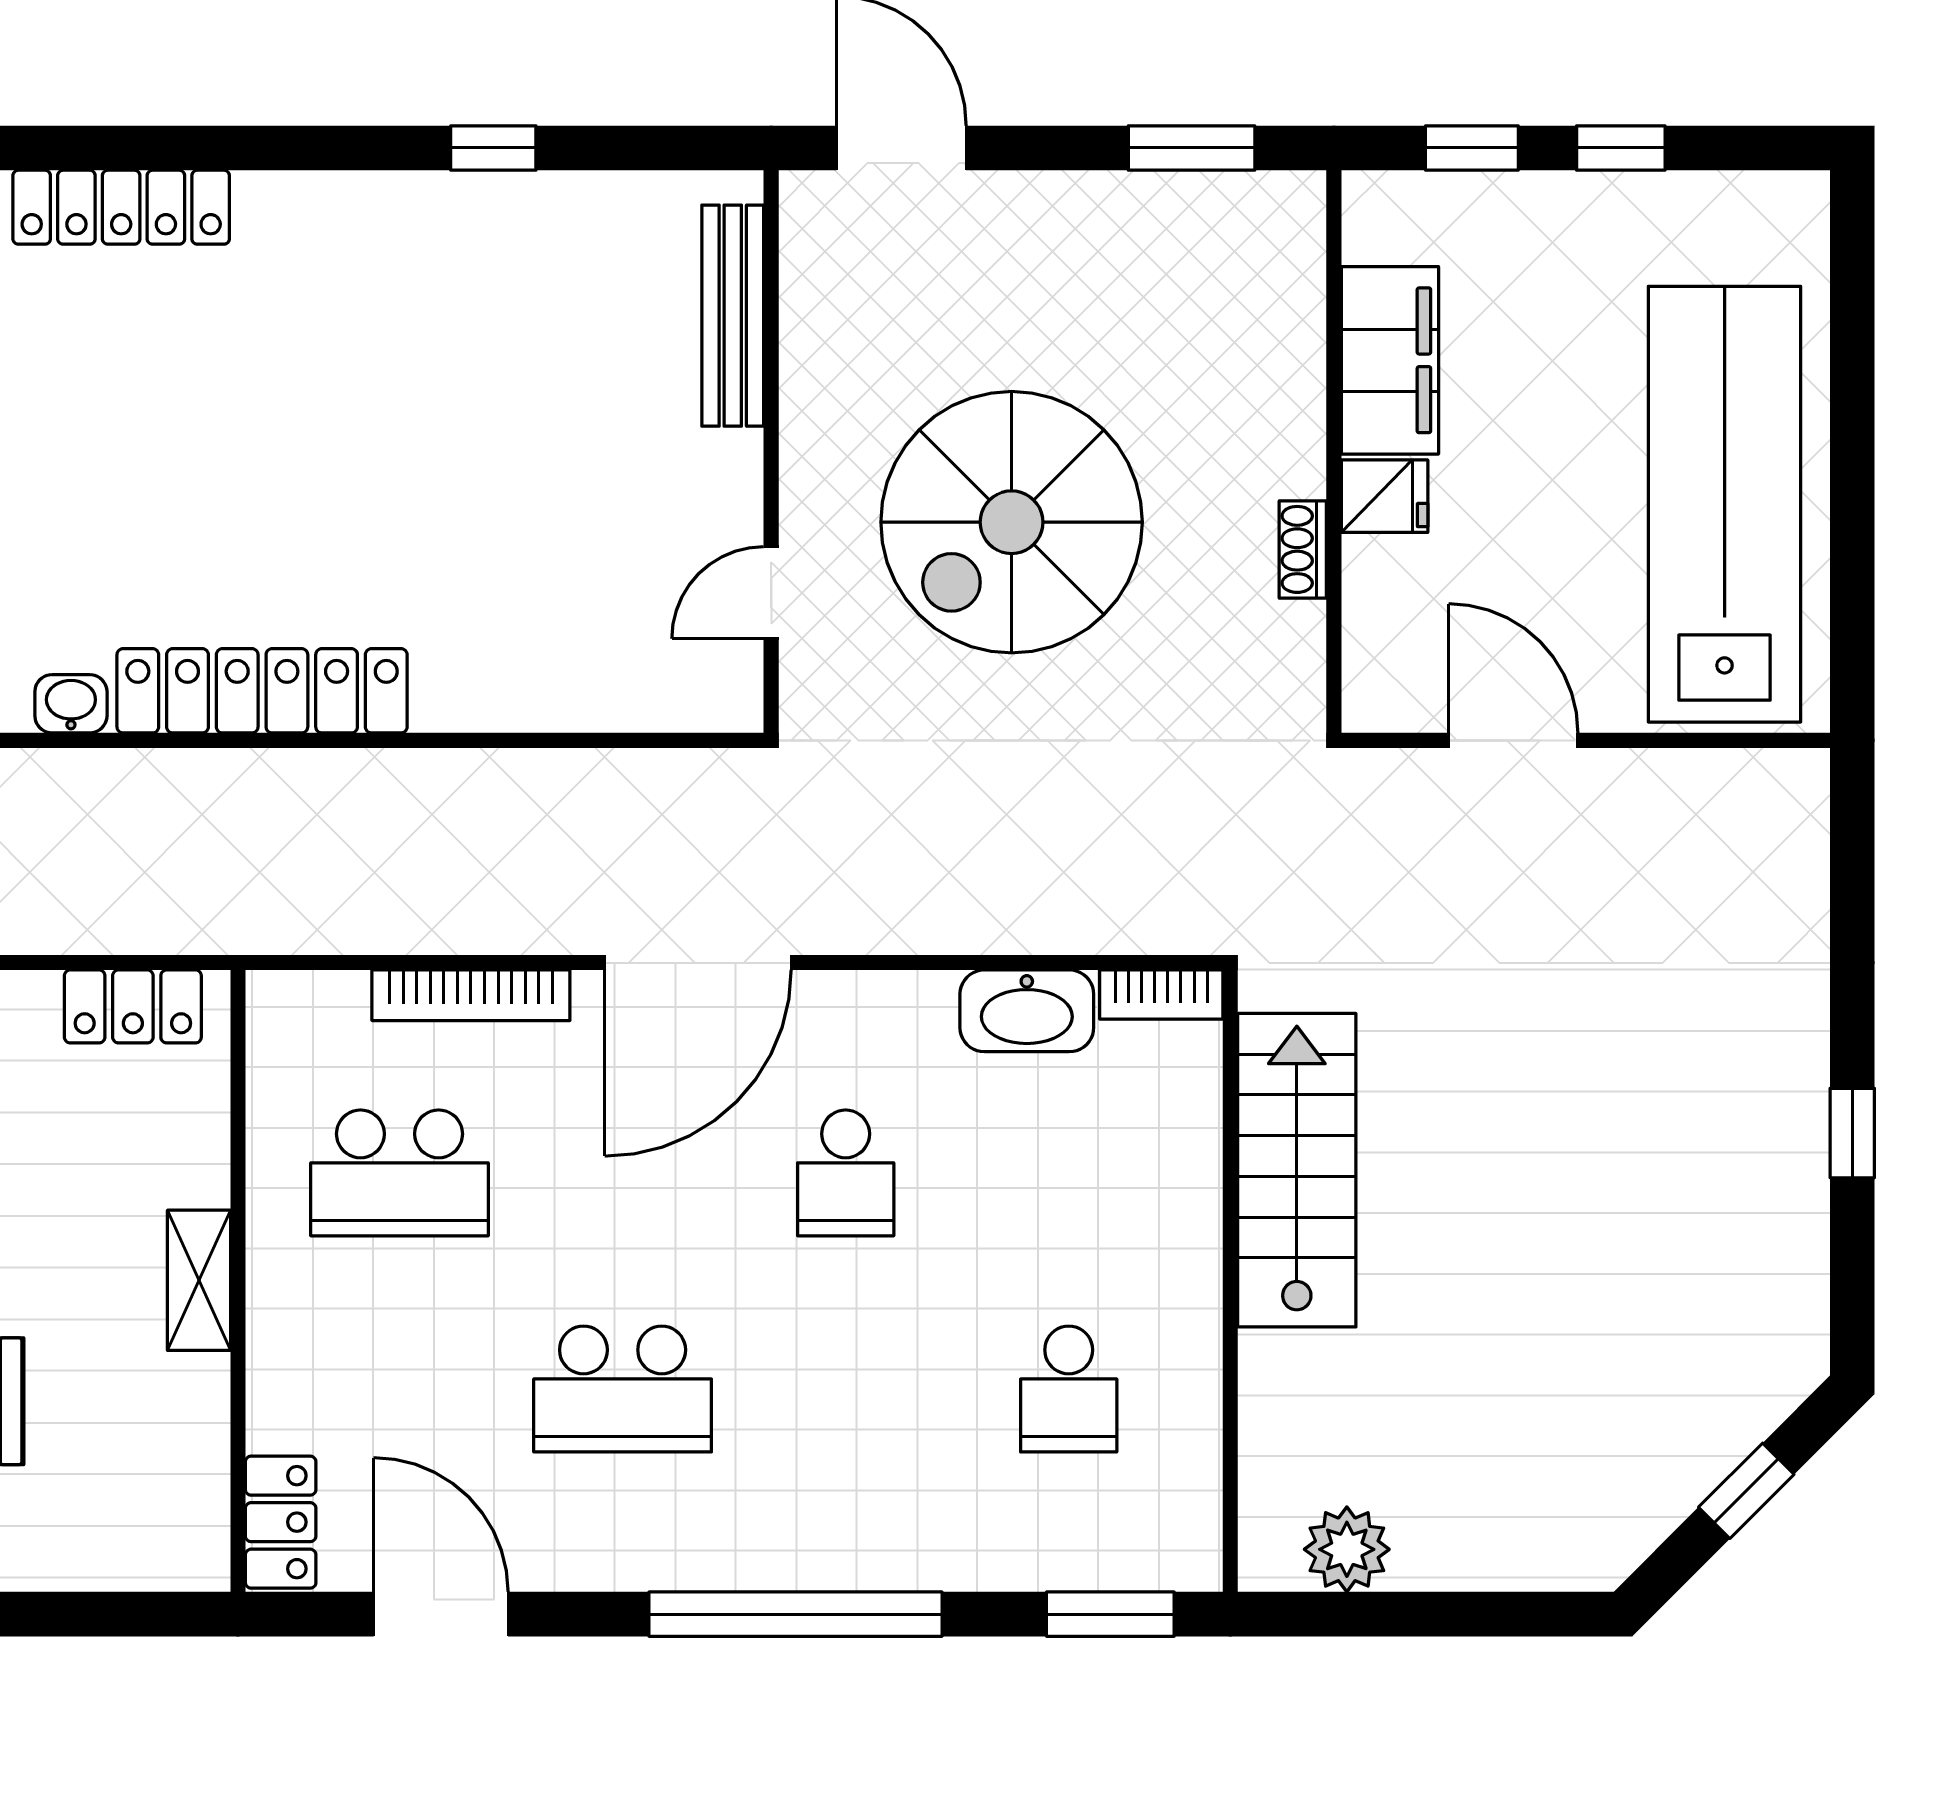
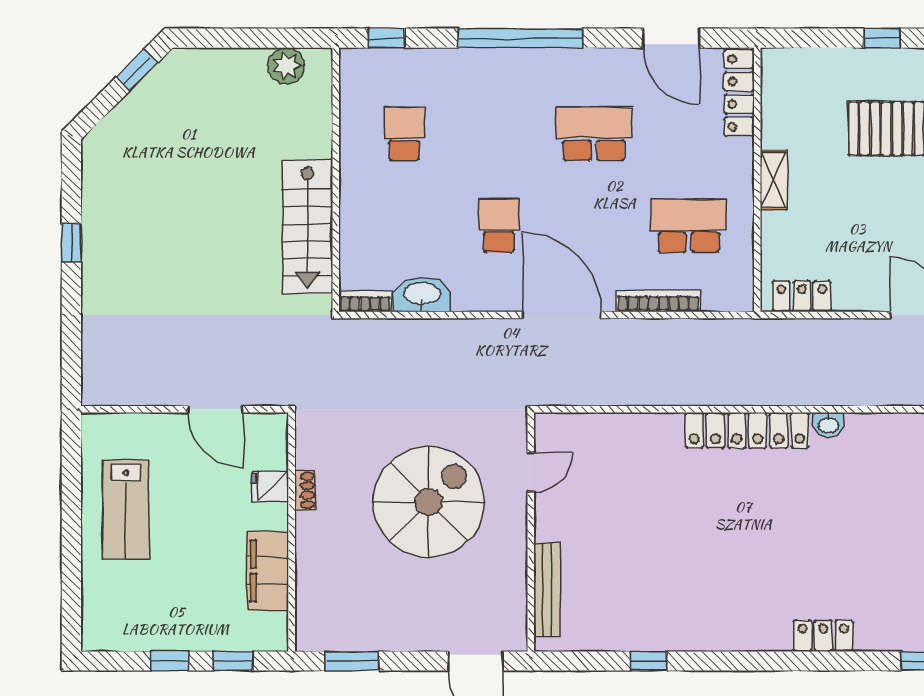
locker: (121, 207) -> (823, 636), width x0.66
fridge: (1385, 496) -> (270, 486), moved
lab bench: (1725, 504) -> (126, 510), width x0.54, depth x0.72
door: (698, 963) -> (562, 315), hinge flipped
window: (1746, 1491) -> (137, 70), moved
locker: (281, 1522) -> (739, 93), width x1.53
window: (1110, 1614) -> (387, 38), width x0.67

